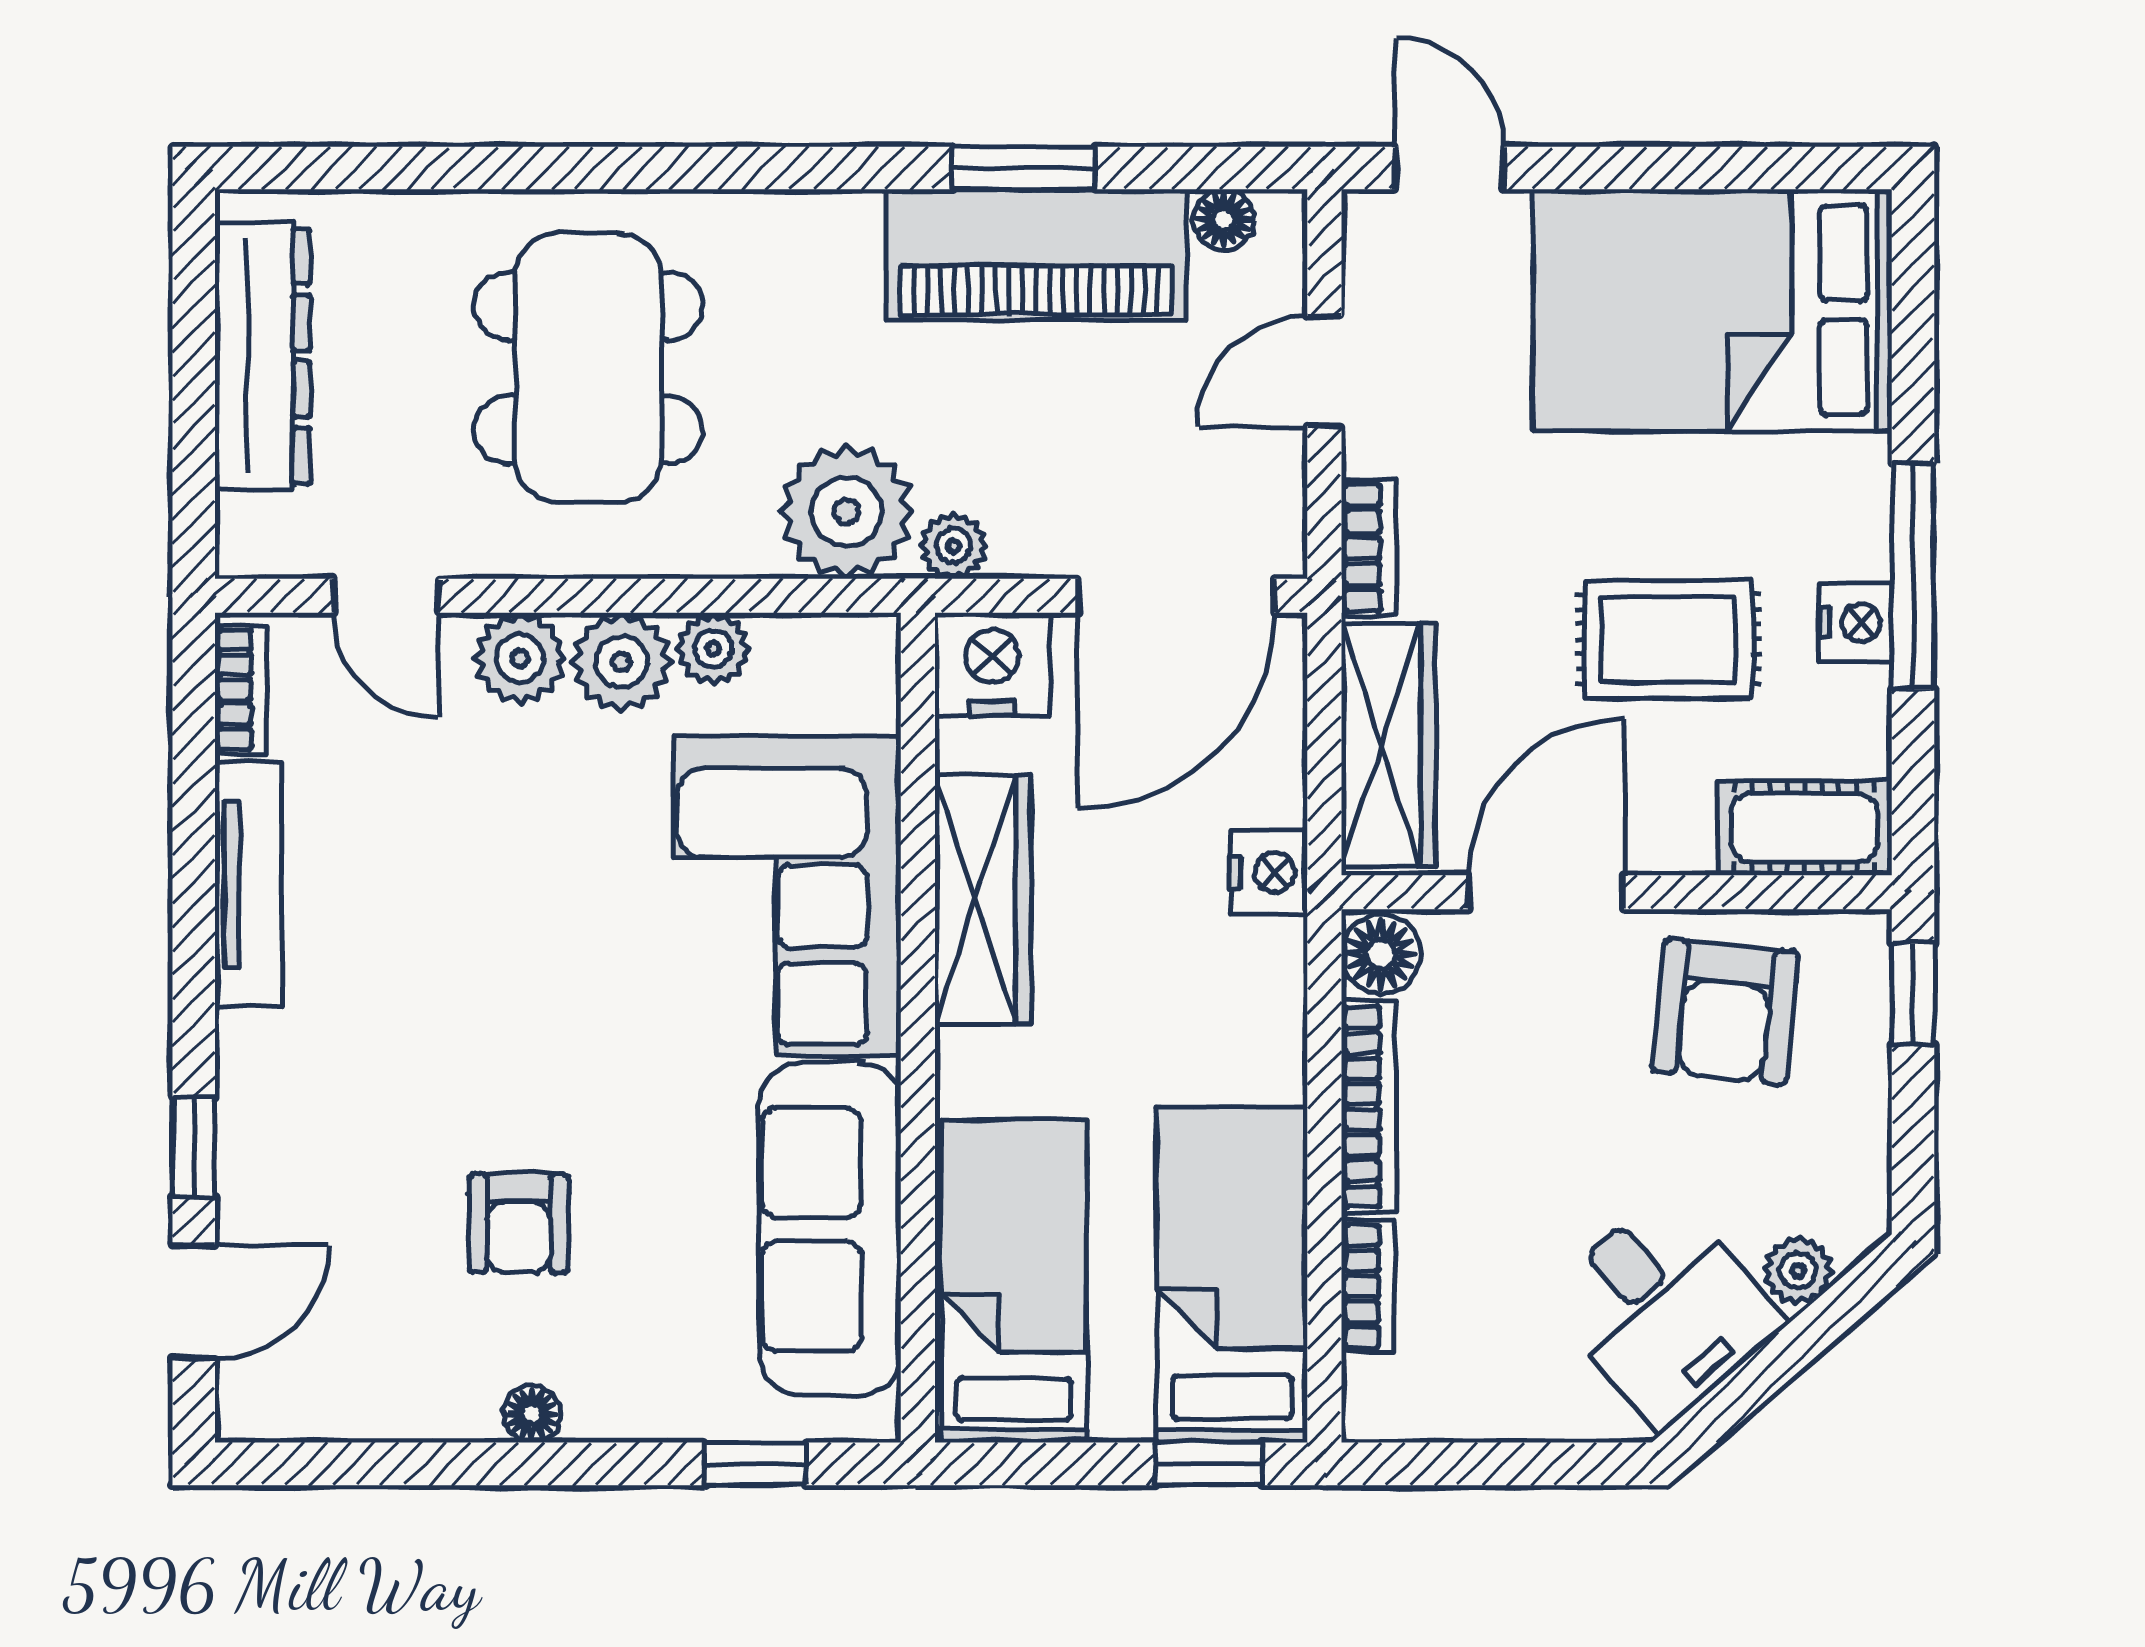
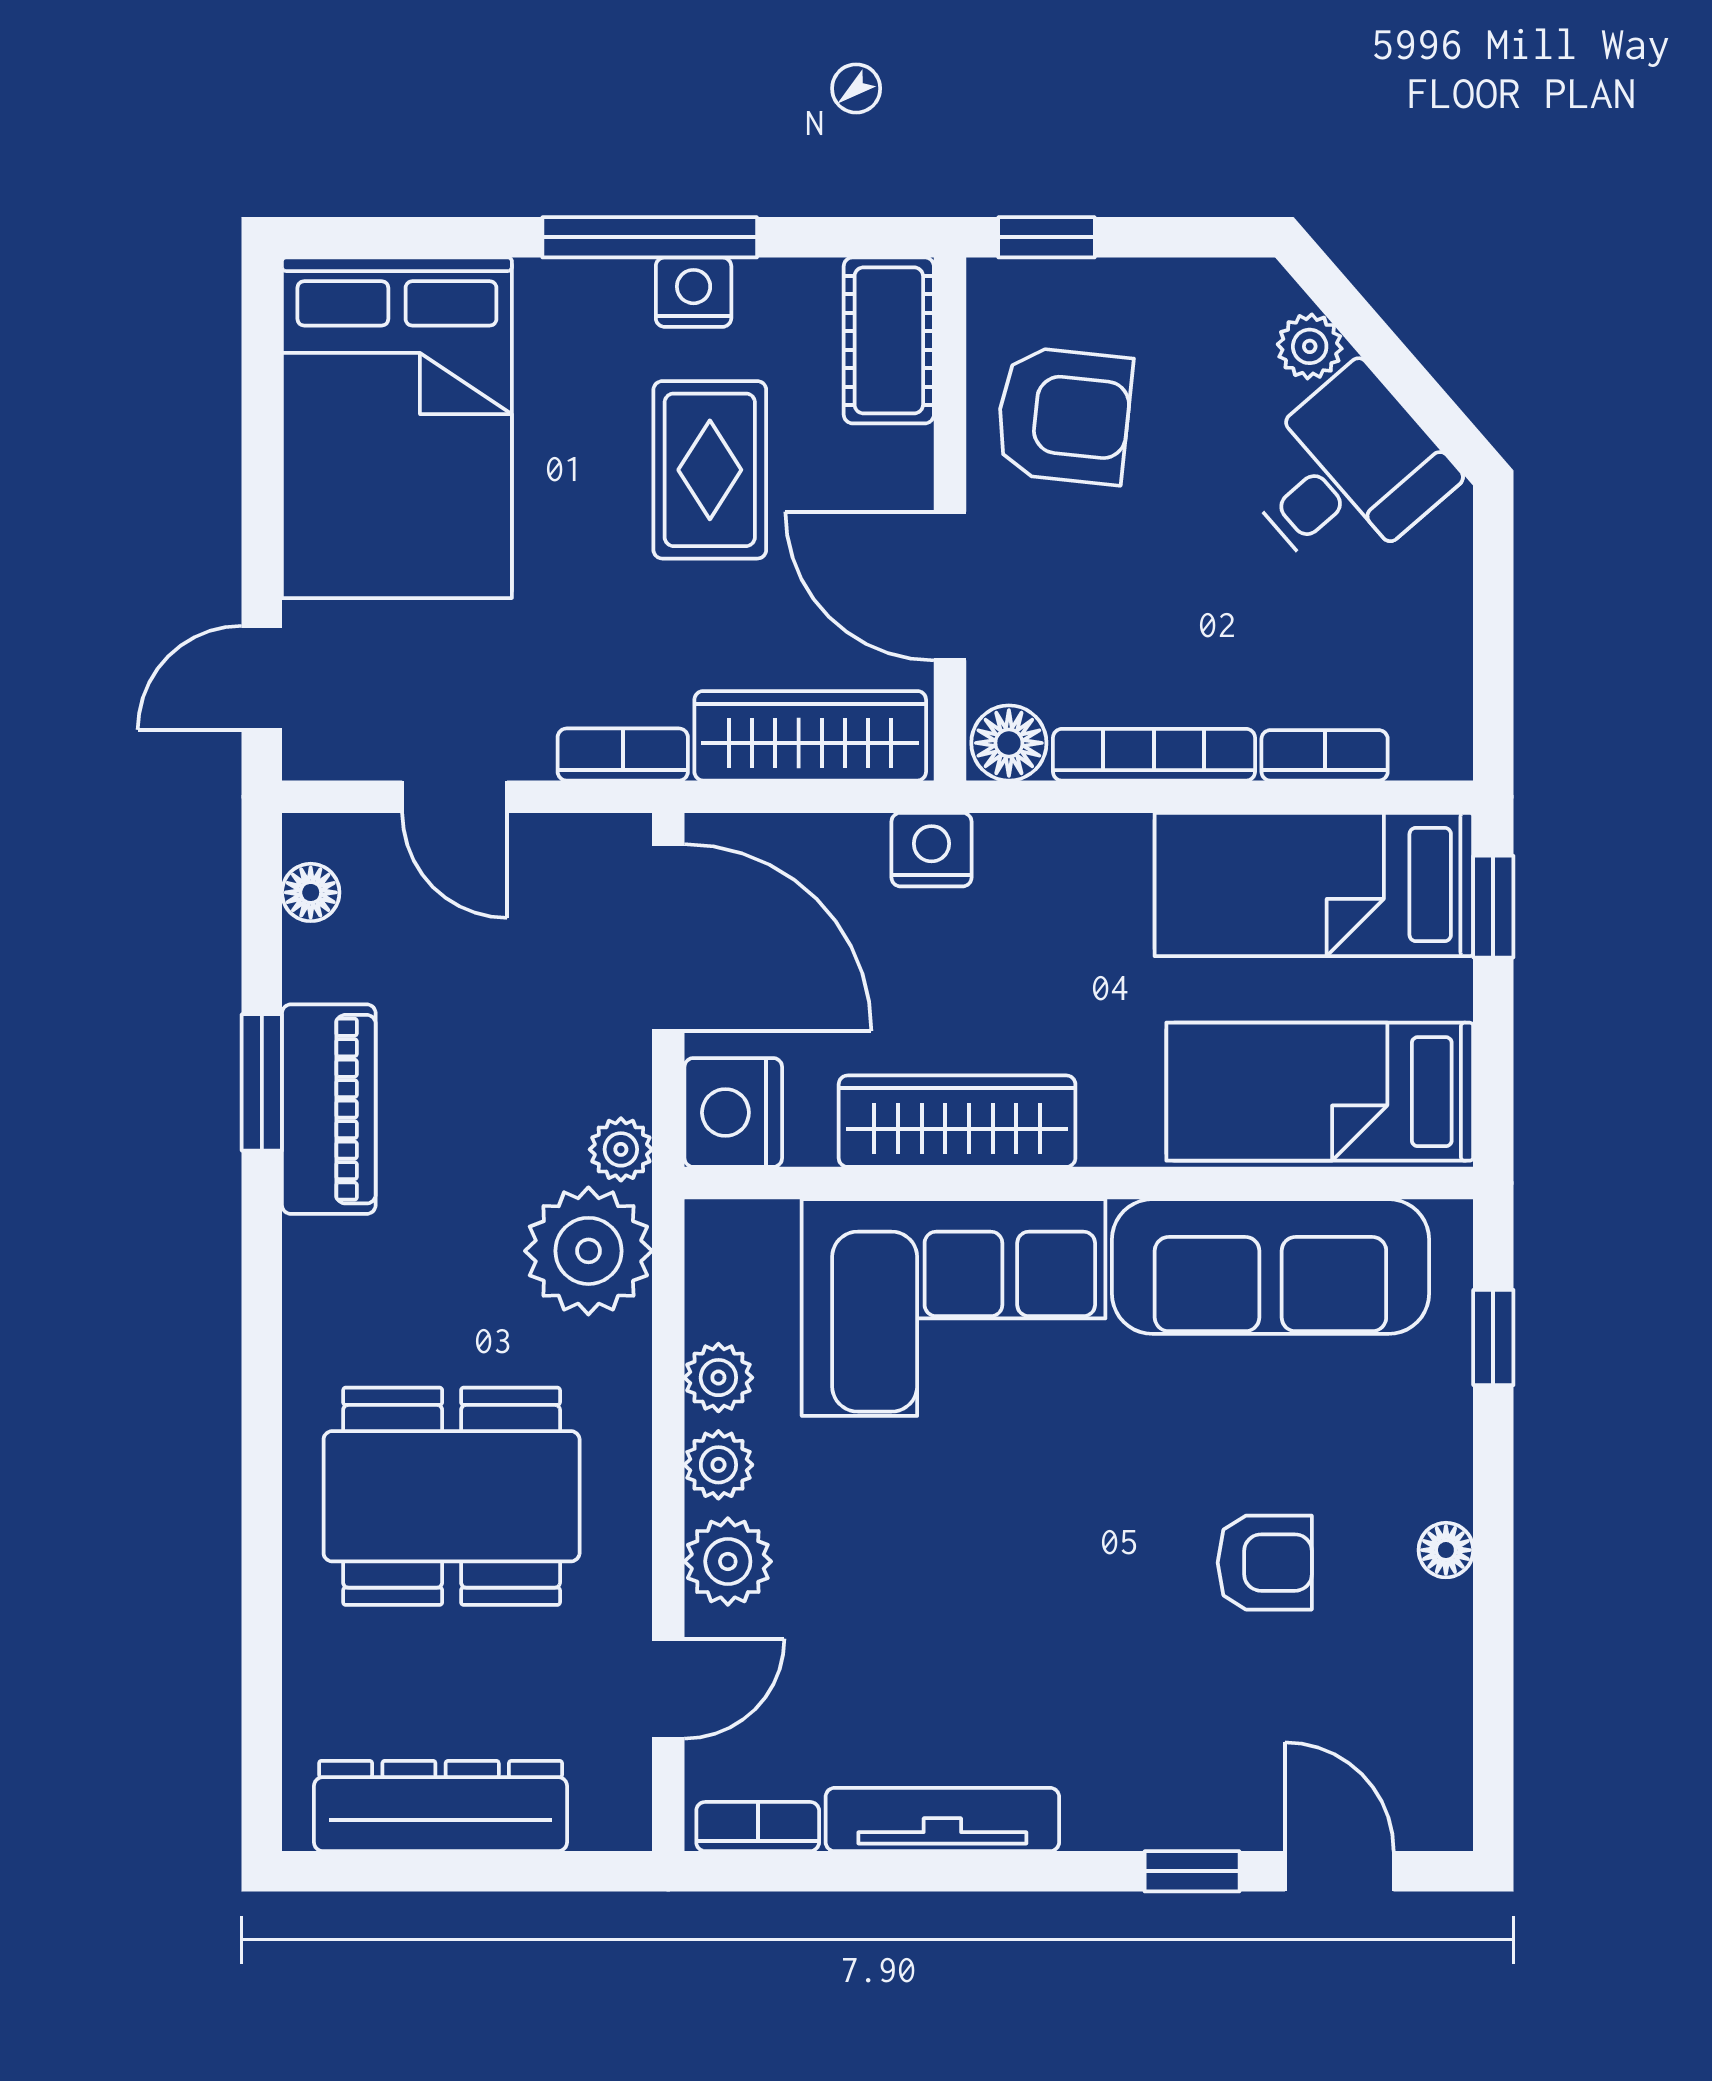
piano: (1036, 255) -> (329, 1109), width x0.73, depth x0.75
plant: (621, 662) -> (718, 1465), width x0.73, depth x0.73

